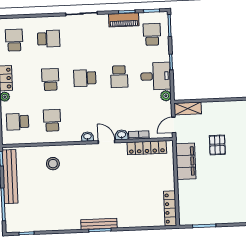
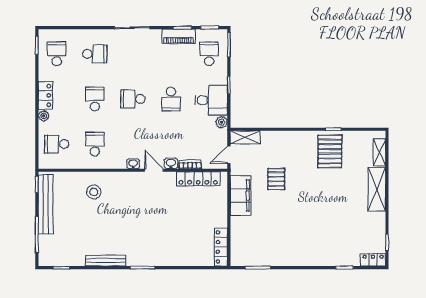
bench: (99, 224) -> (106, 261), moved

